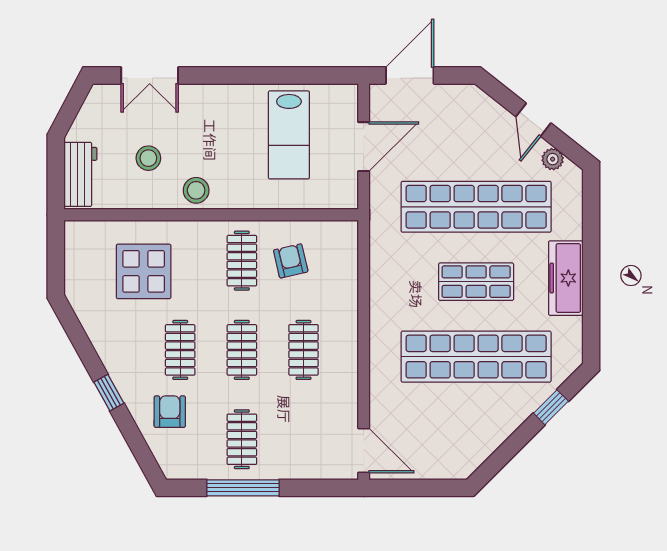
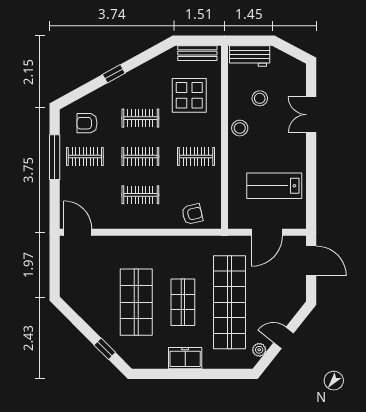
double door: (150, 76) -> (311, 115), moved
door: (364, 147) -> (267, 232), hinge flipped
bench: (76, 258) -> (197, 53), added
armchair: (291, 261) -> (192, 214), moved
freezer: (566, 278) -> (185, 358), width x0.71
shop shelf: (476, 357) -> (136, 302), width x0.71
armchair: (170, 412) -> (87, 123), moved, turned 180
door: (364, 450) -> (78, 232), swing flipped

